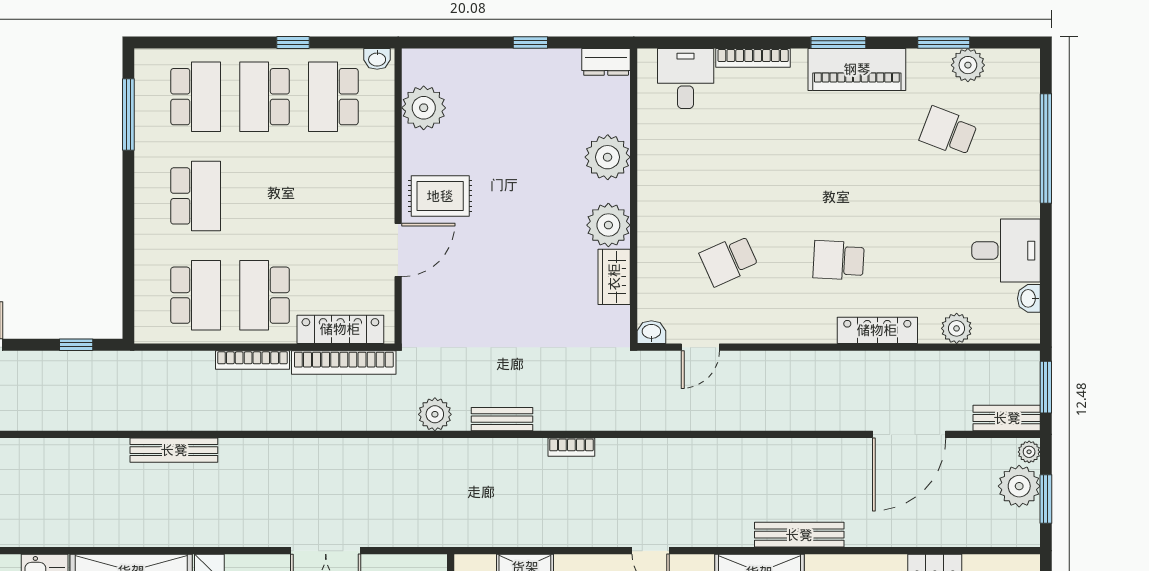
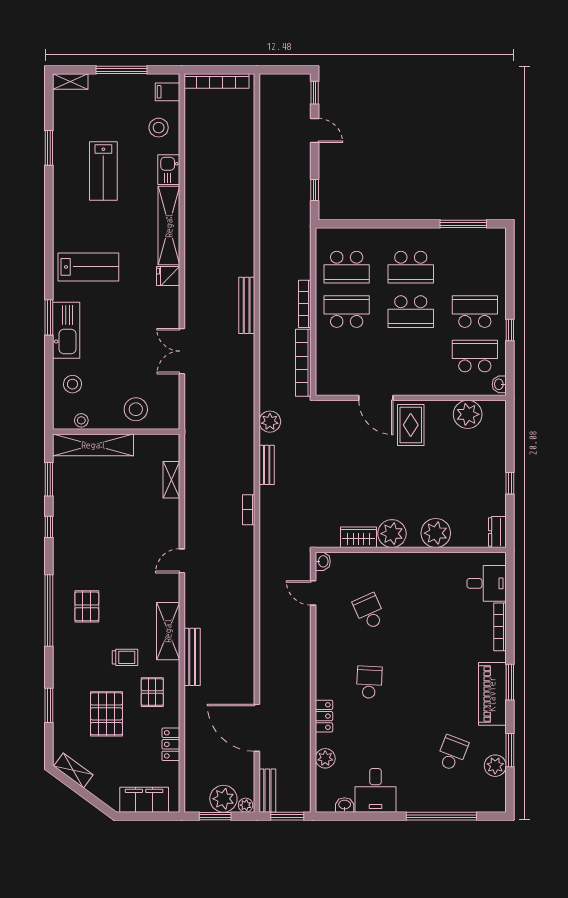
school desk: (196, 97) -> (411, 312), moved
locker: (340, 329) -> (325, 361), removed
locker: (877, 330) -> (324, 716), width x0.66
bench: (174, 450) -> (247, 305), moved

